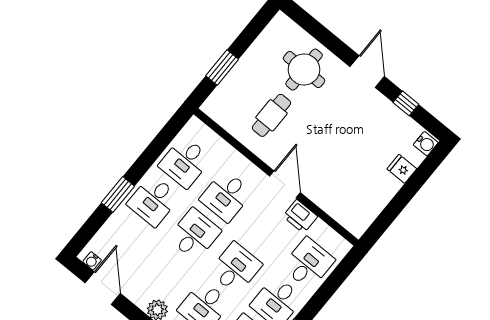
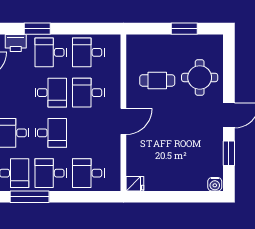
window: (222, 68) -> (184, 29), moved
window: (406, 103) -> (229, 153), width x1.50
fridge: (402, 169) -> (135, 184), moved, turned 90
printer: (300, 216) -> (16, 43), moved, turned -90
desk: (308, 263) -> (88, 173), turned 180

